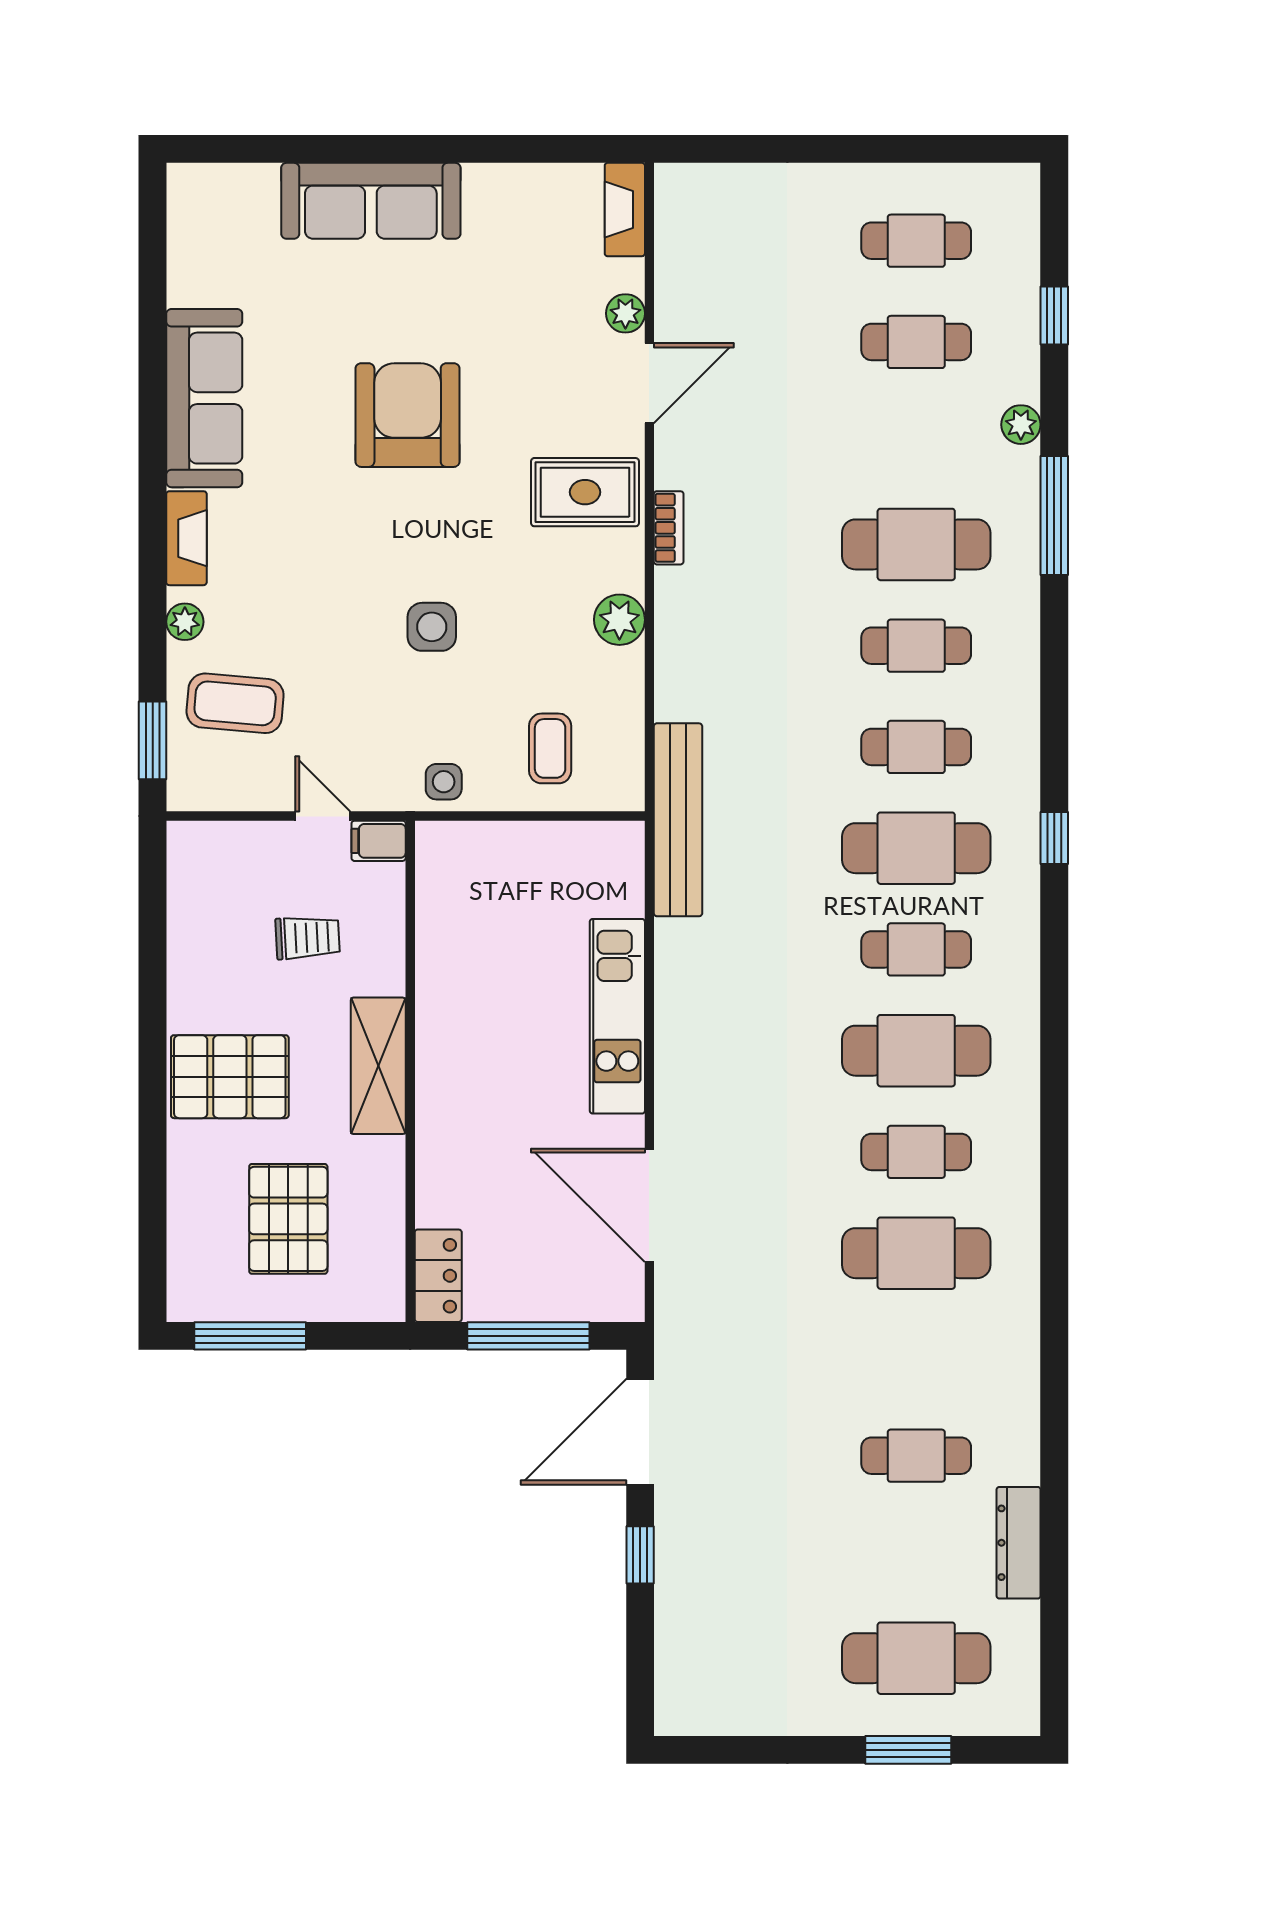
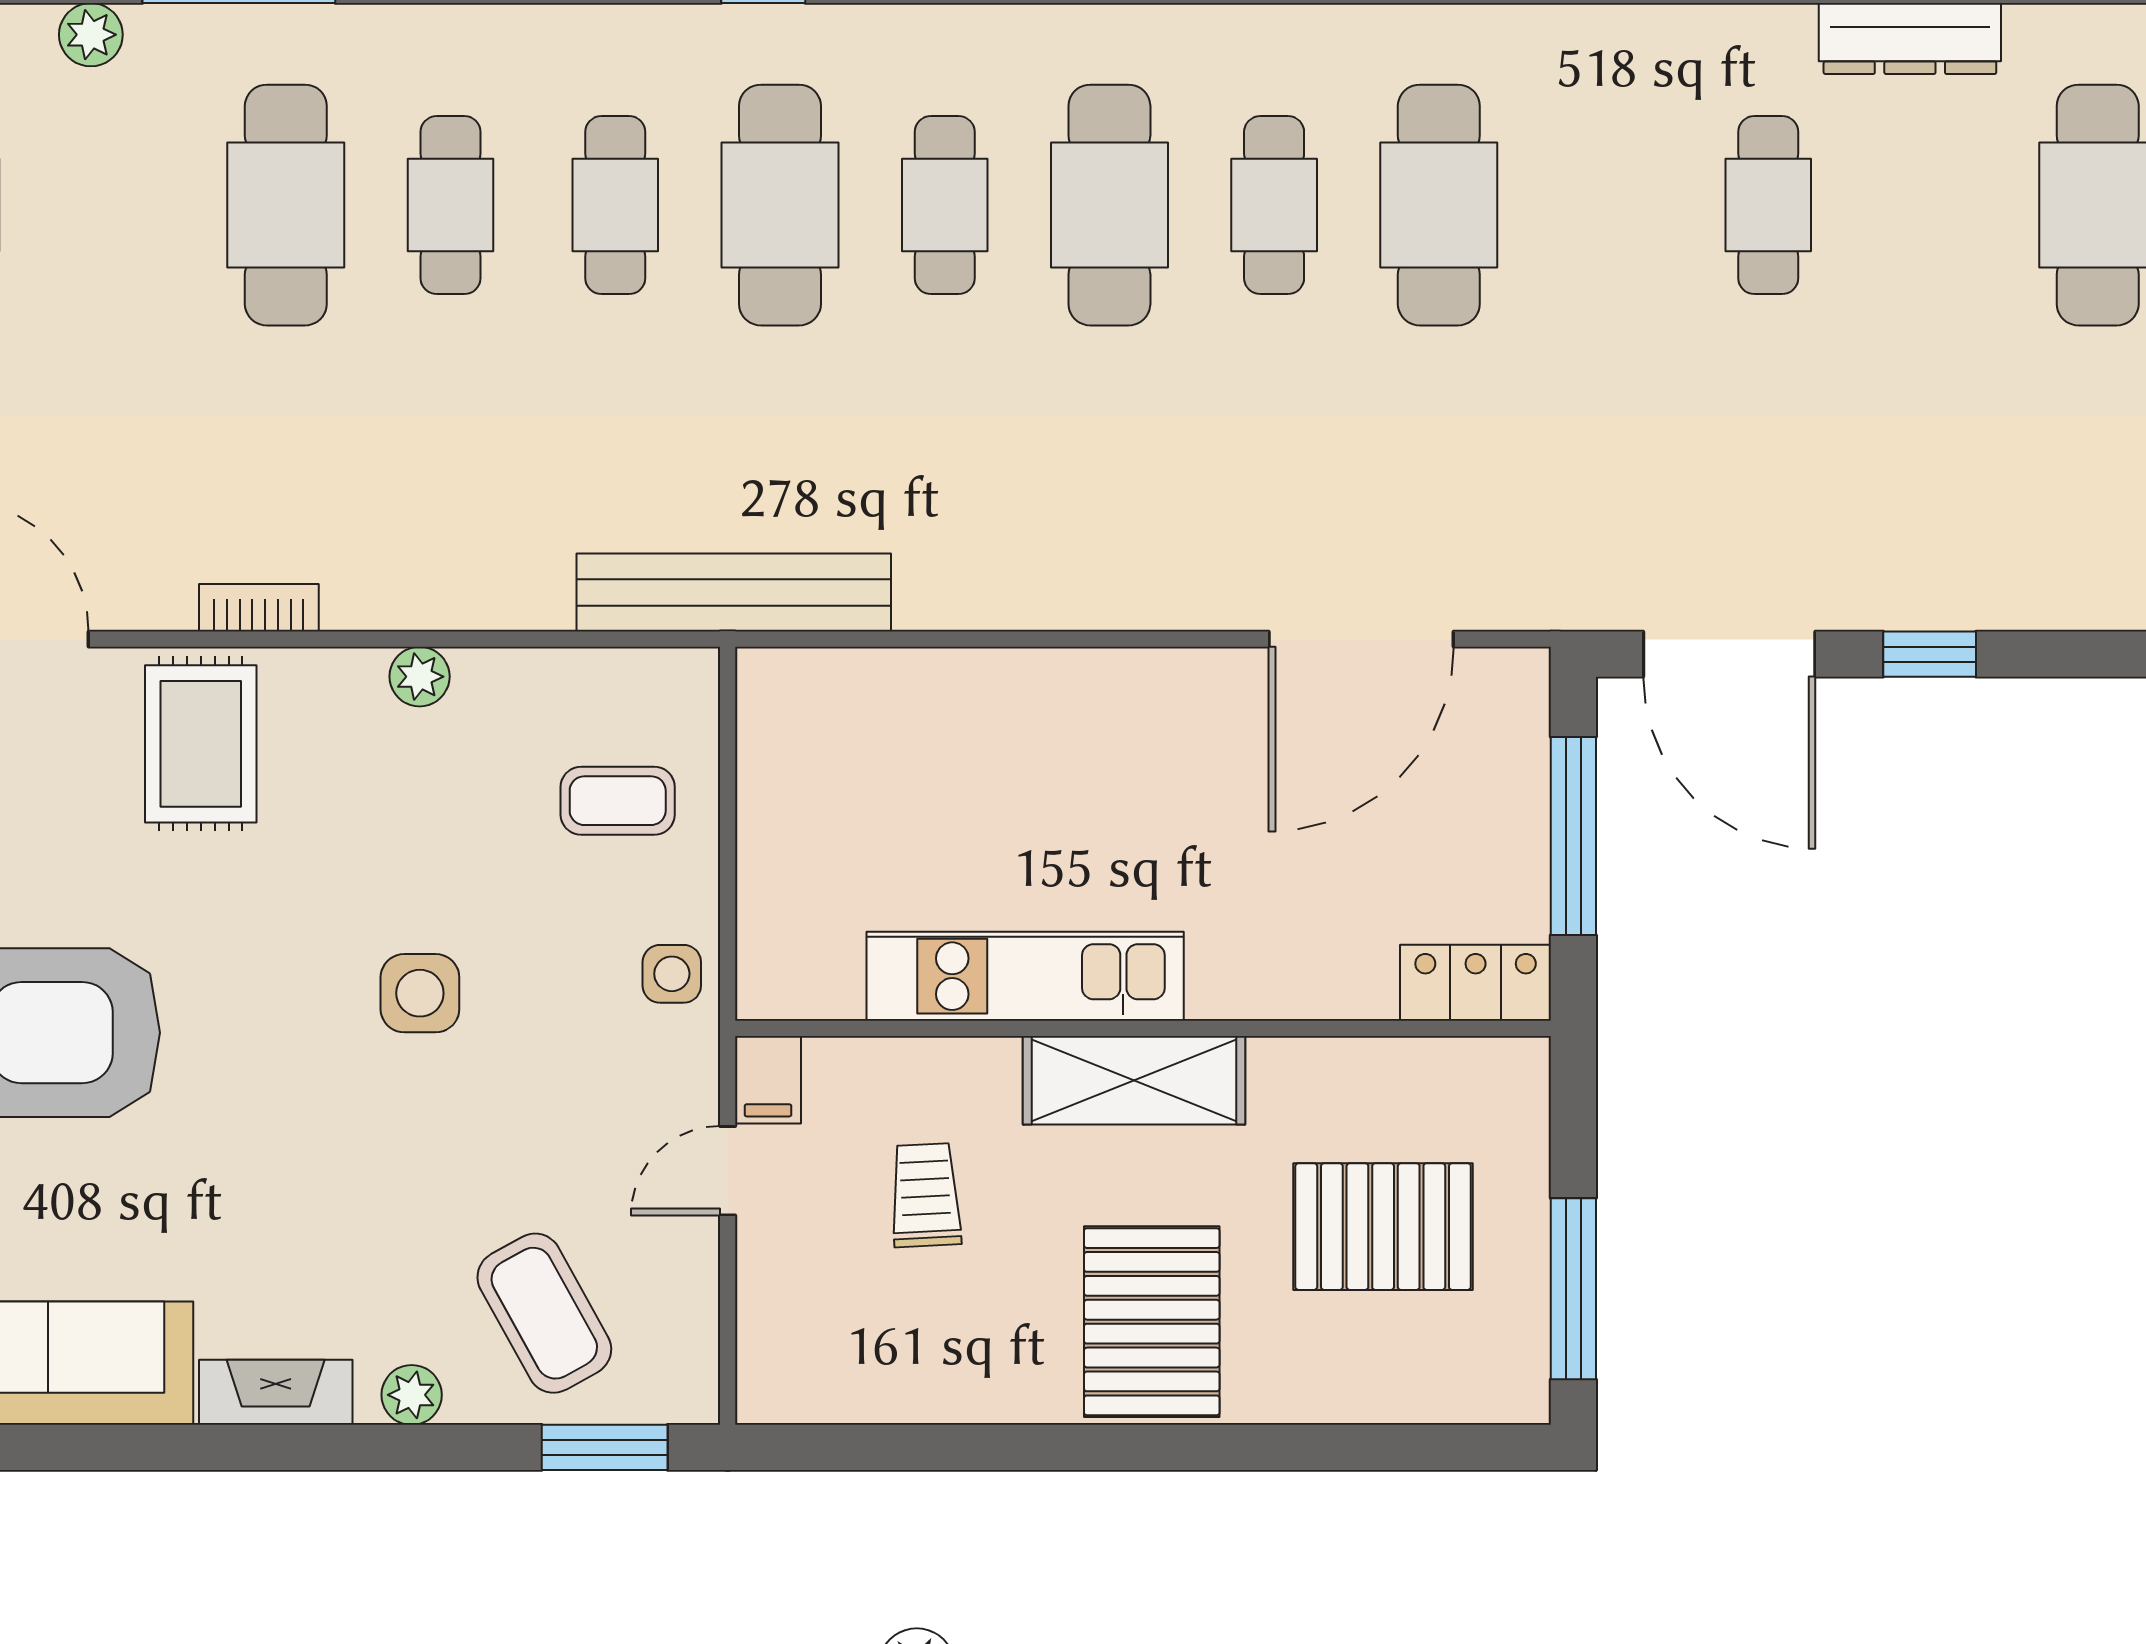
plant: (619, 620) -> (420, 677), width x0.73, depth x0.73
coffee table: (235, 703) -> (544, 1313), turned -34
kitchen unit: (617, 1016) -> (1025, 976), moved, turned 180

